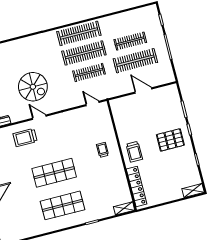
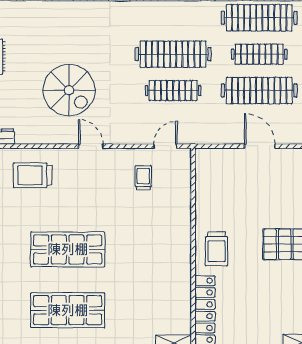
clothes rail: (79, 33) -> (259, 18), moved
door: (93, 104) -> (165, 146), hinge flipped
door: (39, 117) -> (91, 146), moved
trolley: (103, 150) -> (143, 178), moved

